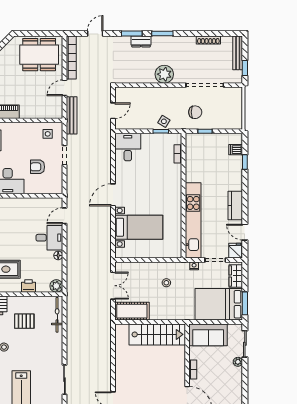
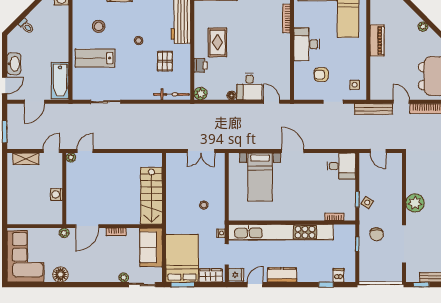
armchair: (38, 167) -> (321, 75), turned -90
kitchen unit: (193, 220) -> (281, 232), width x1.36
cot: (132, 311) -> (175, 170), removed

